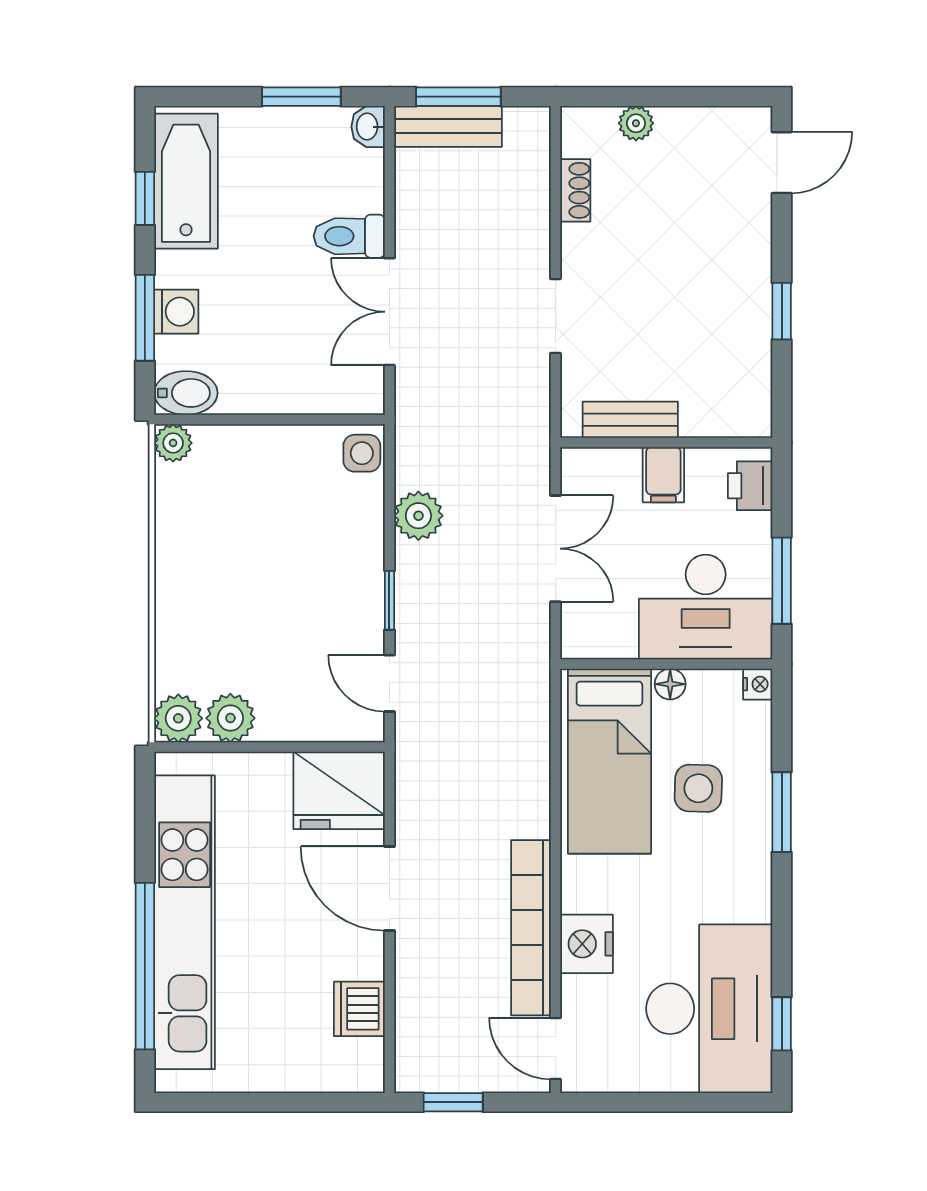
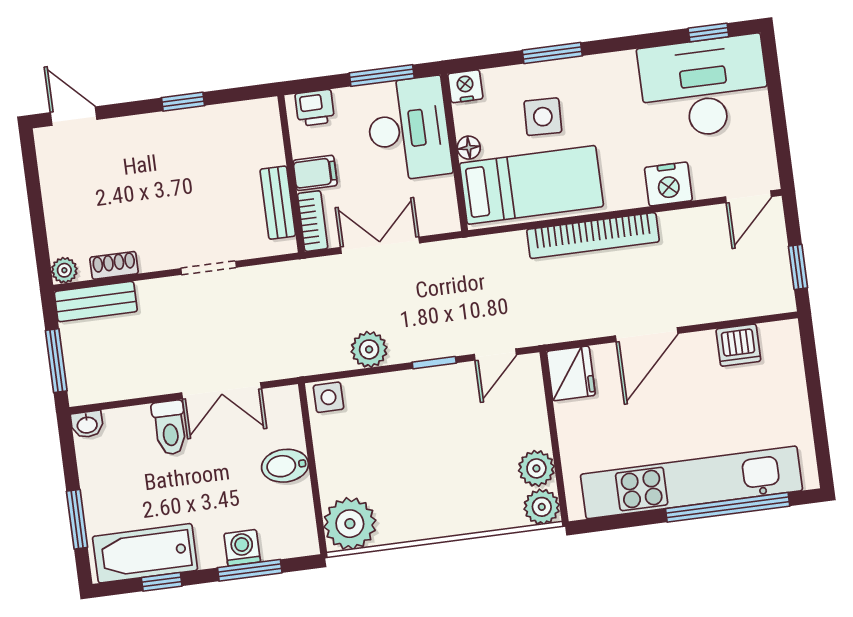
window: (301, 97) -> (77, 519), moved
plant: (636, 123) -> (64, 270), moved
bench: (448, 126) -> (96, 302), moved, turned 90
bidet: (186, 393) -> (285, 466), moved, turned -90
plant: (173, 443) -> (350, 524), width x1.88, depth x1.88
bookcase: (600, 463) -> (313, 221), added
nightstand: (758, 684) -> (465, 86), width x1.39, depth x1.35
fridge: (339, 790) -> (571, 373), width x0.73, depth x0.75
bookcase: (531, 928) -> (593, 236), moved

